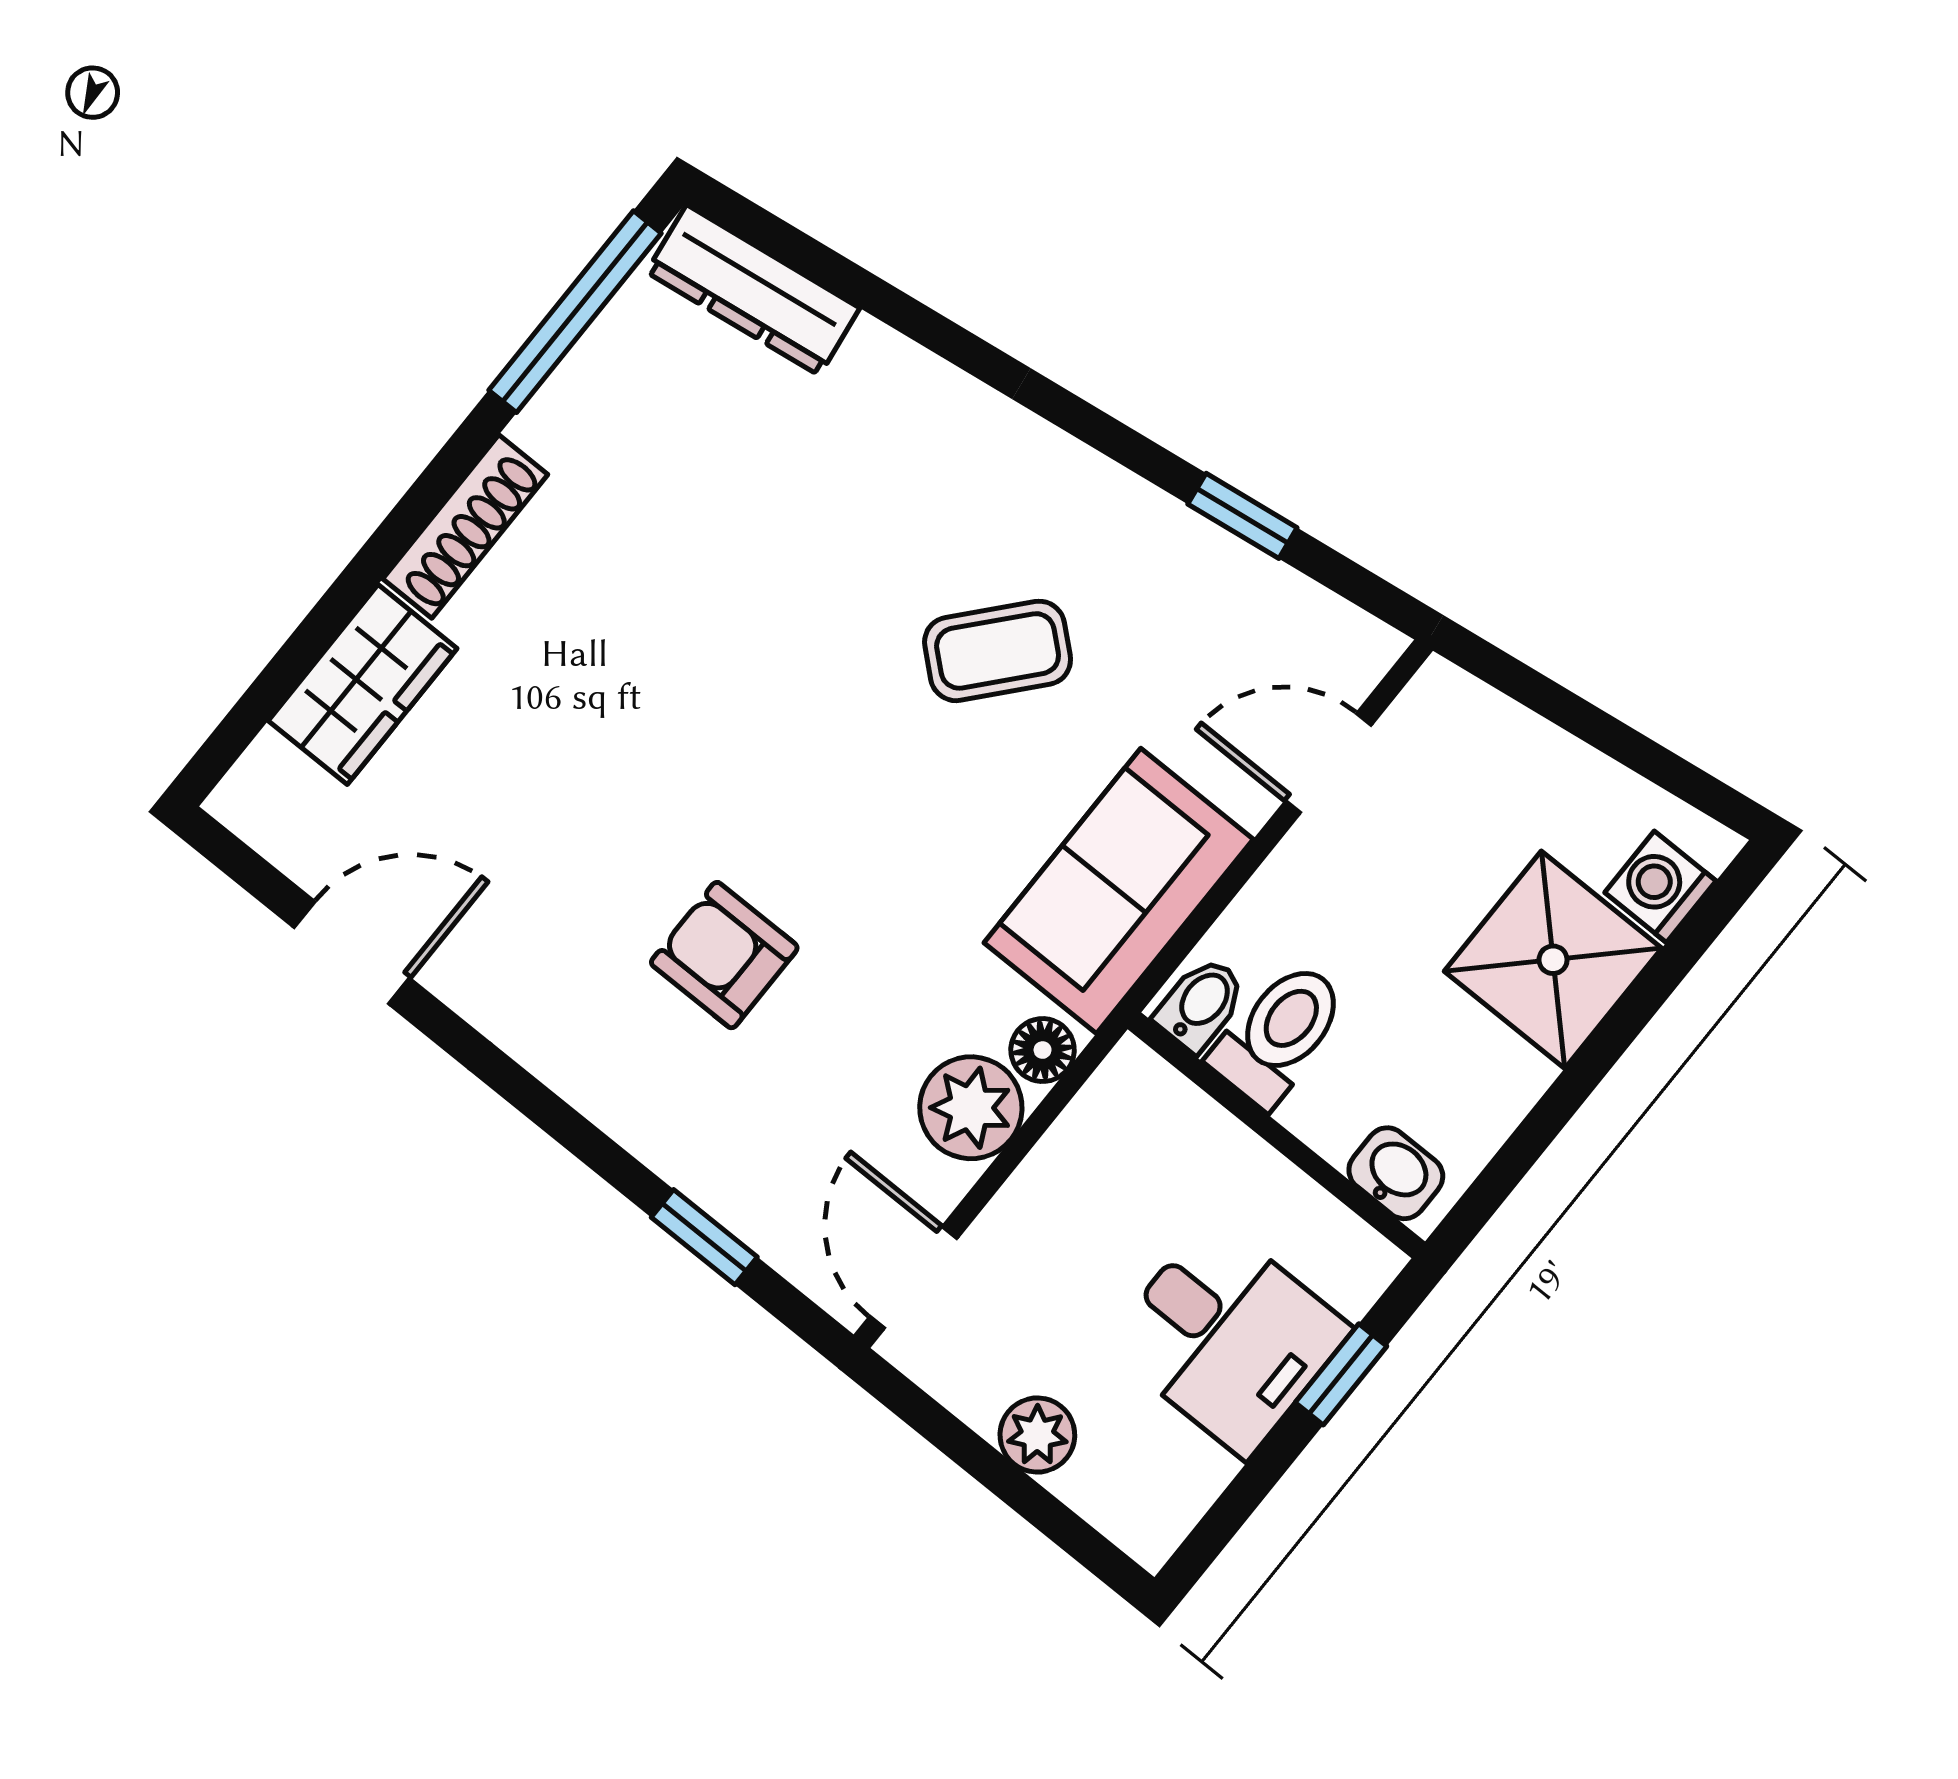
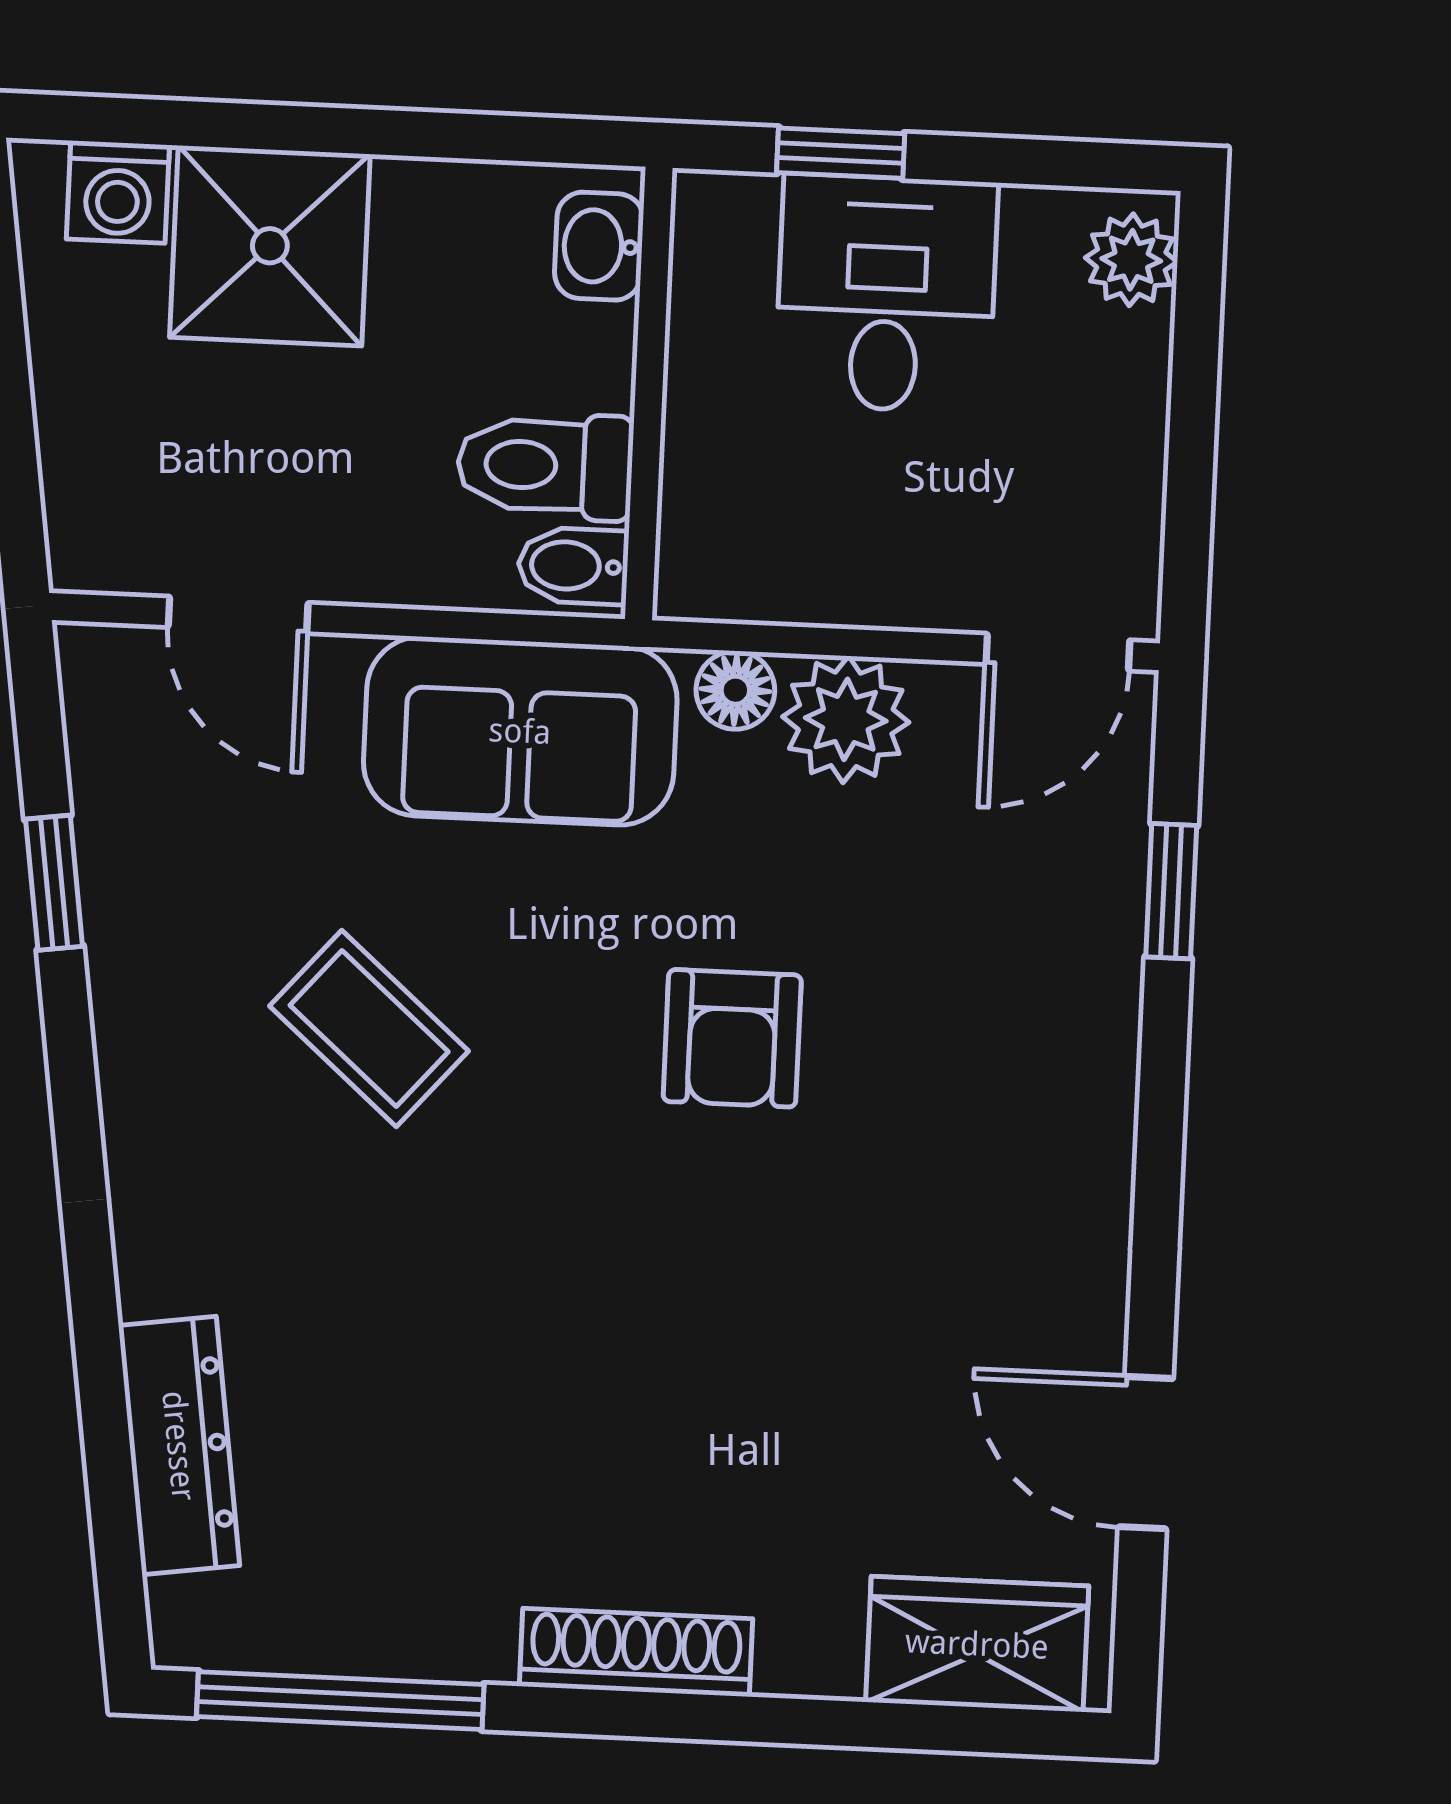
dresser: (753, 290) -> (179, 1446), moved
wardrobe: (363, 685) -> (977, 1644), moved
armchair: (724, 955) -> (732, 1038), moved
plant: (1037, 1435) -> (1131, 260), moved

